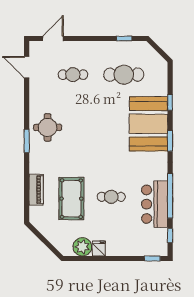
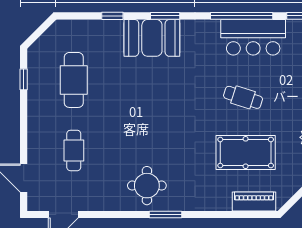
booth: (148, 124) -> (152, 38), width x0.73, depth x0.70
piano: (36, 190) -> (254, 201), moved
cafe table: (111, 197) -> (243, 97), turned -72

